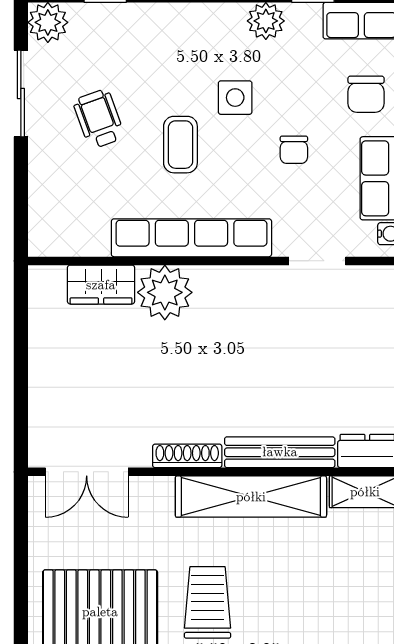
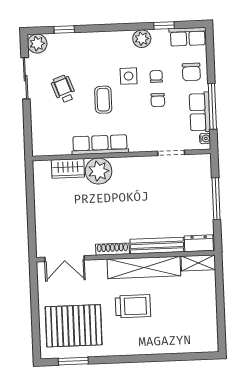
chair: (292, 101) -> (156, 76), added
row of seats: (191, 238) -> (100, 145), width x0.73
trolley: (208, 602) -> (133, 306), moved, turned 90

